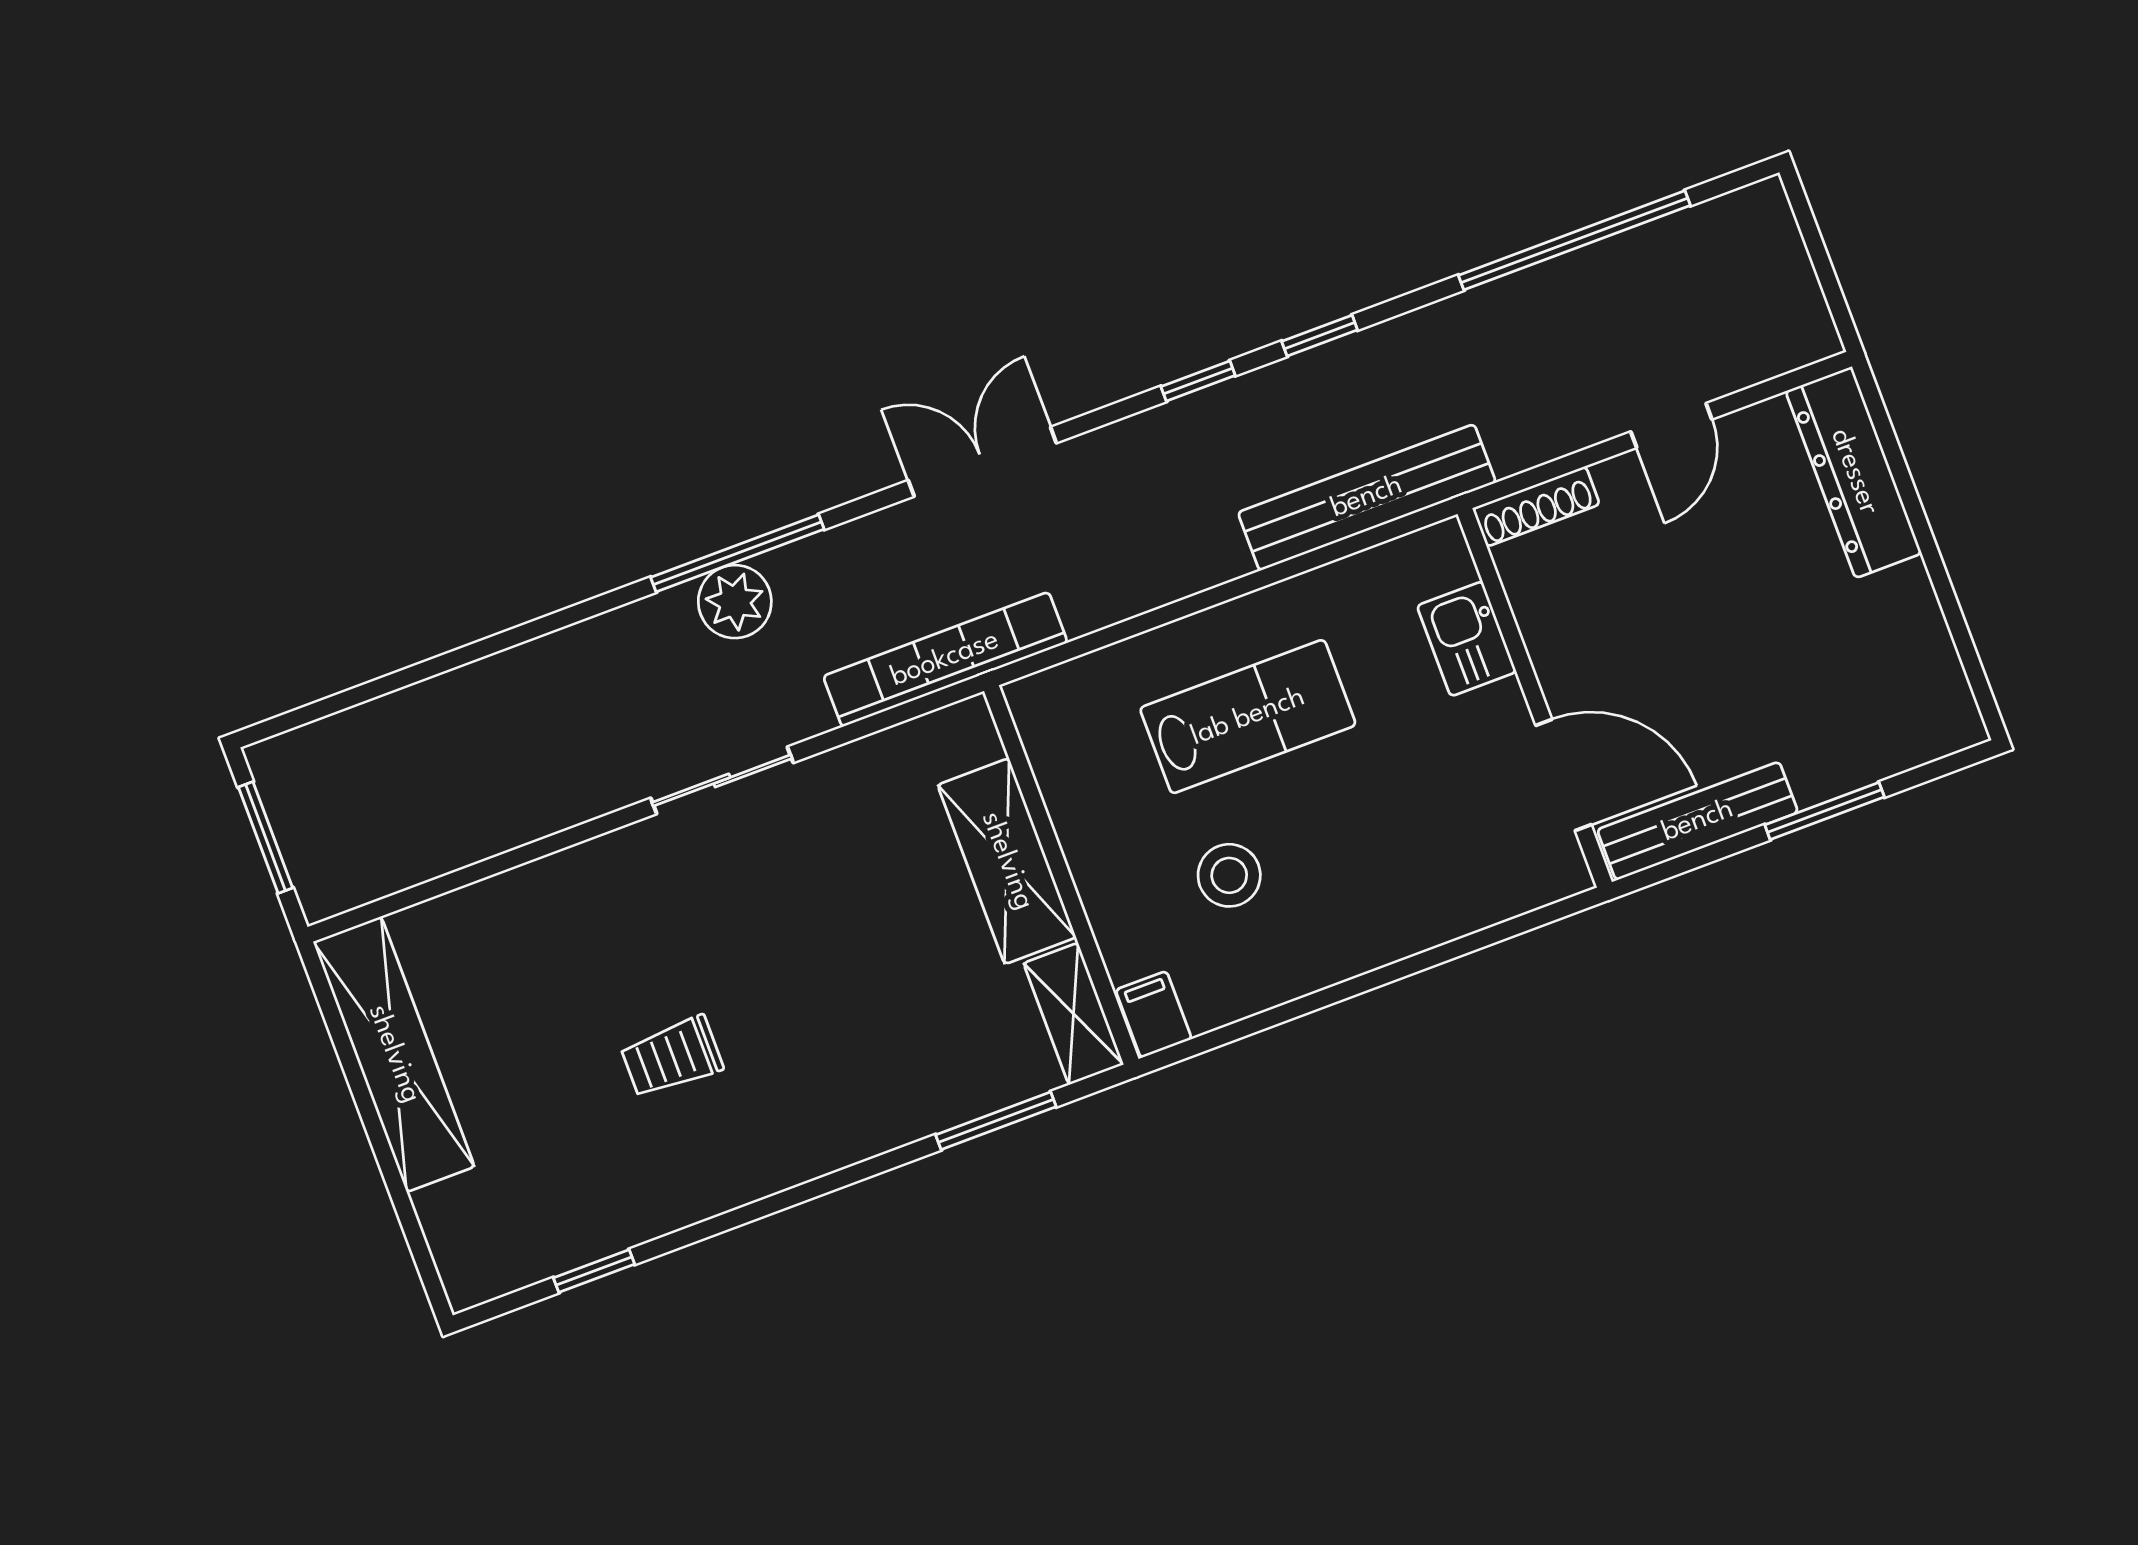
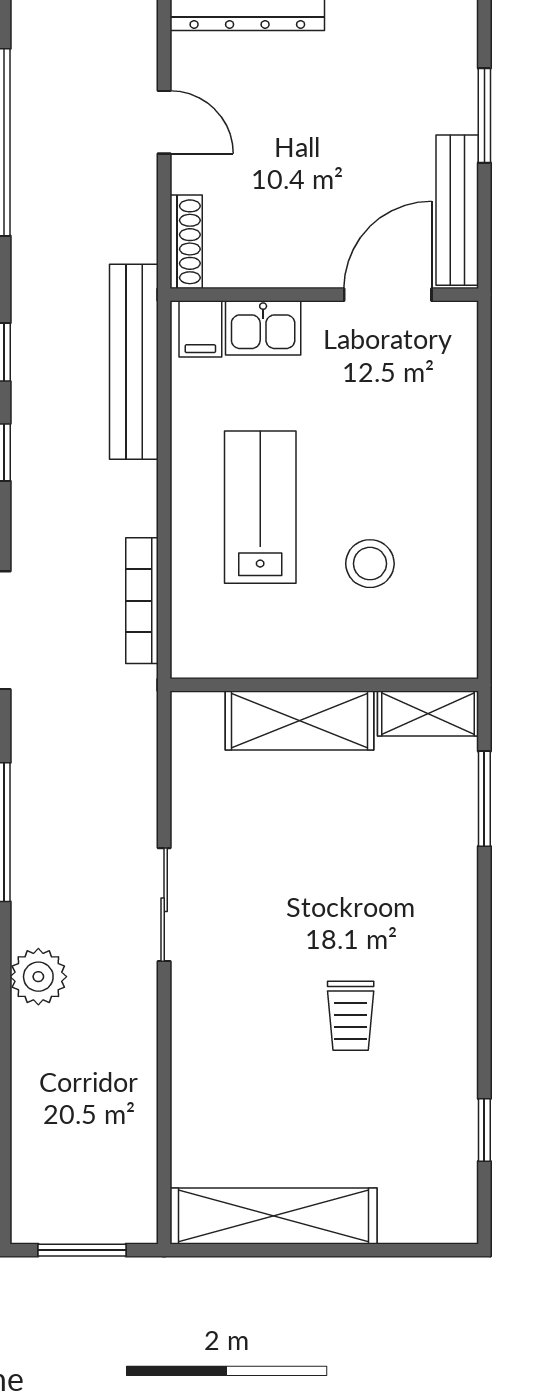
plant: (735, 602) -> (38, 977), moved
bookcase: (945, 659) -> (142, 601), moved, width x0.68, depth x0.76
filing cabinet: (1154, 1014) -> (200, 329), moved, turned -90

